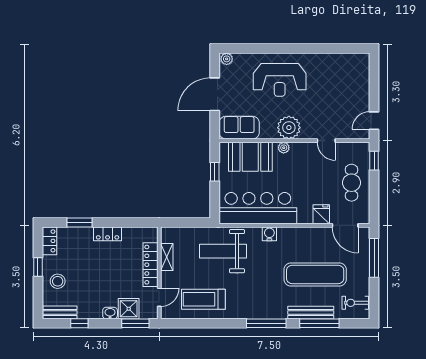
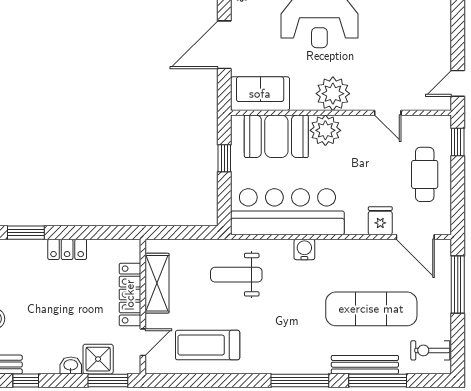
plant: (284, 148) -> (325, 130), width x1.87, depth x1.87
weight bench: (223, 251) -> (236, 275), width x0.73, depth x0.75
shelving: (167, 257) -> (157, 283), width x1.50, depth x1.33

